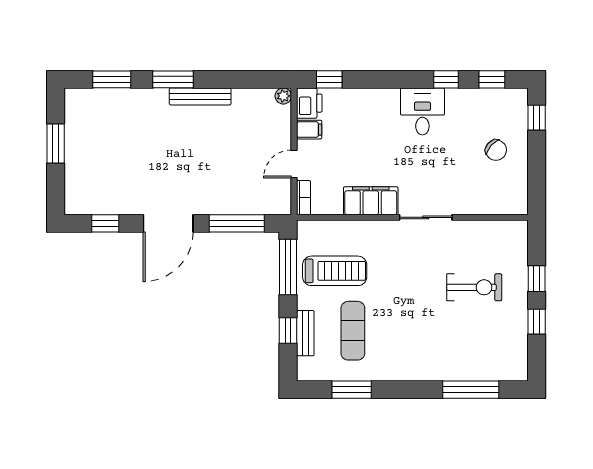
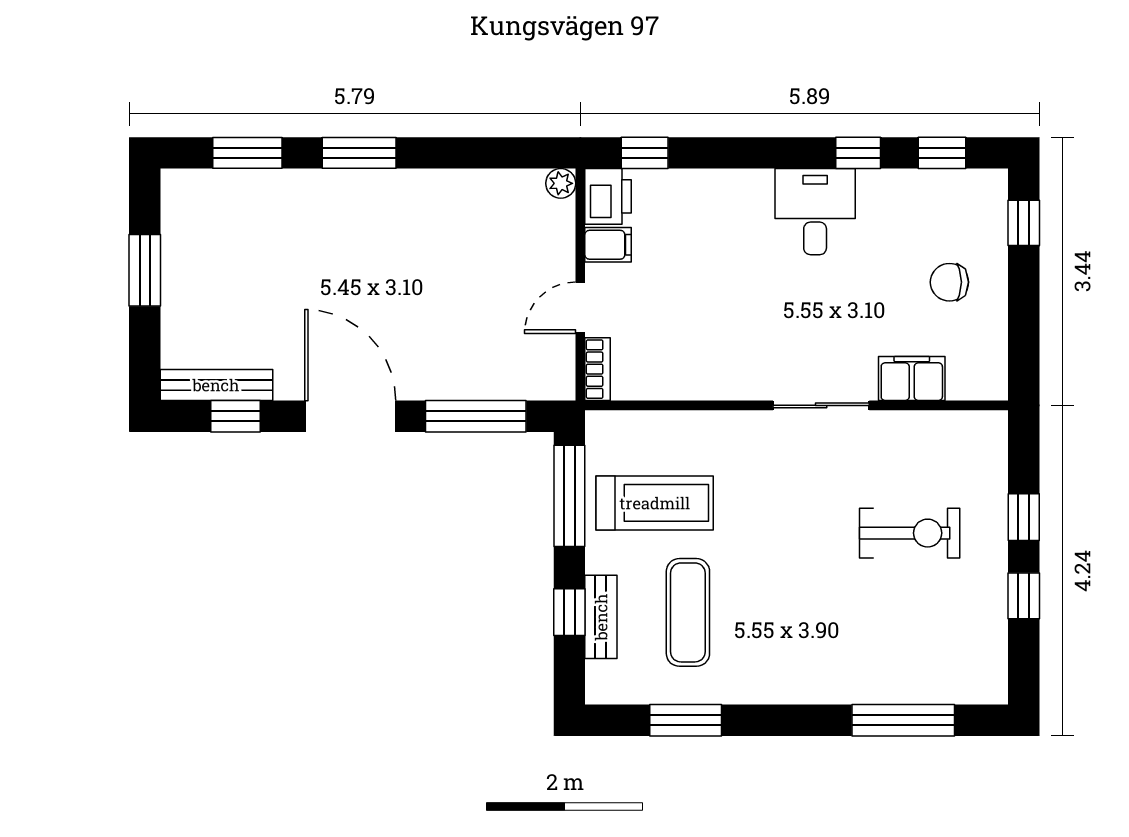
bench: (200, 96) -> (216, 385), moved
chair: (496, 150) -> (949, 282), turned 139
filing cabinet: (371, 201) -> (912, 379), moved, width x0.67, depth x0.86
door: (168, 223) -> (350, 416), swing flipped

